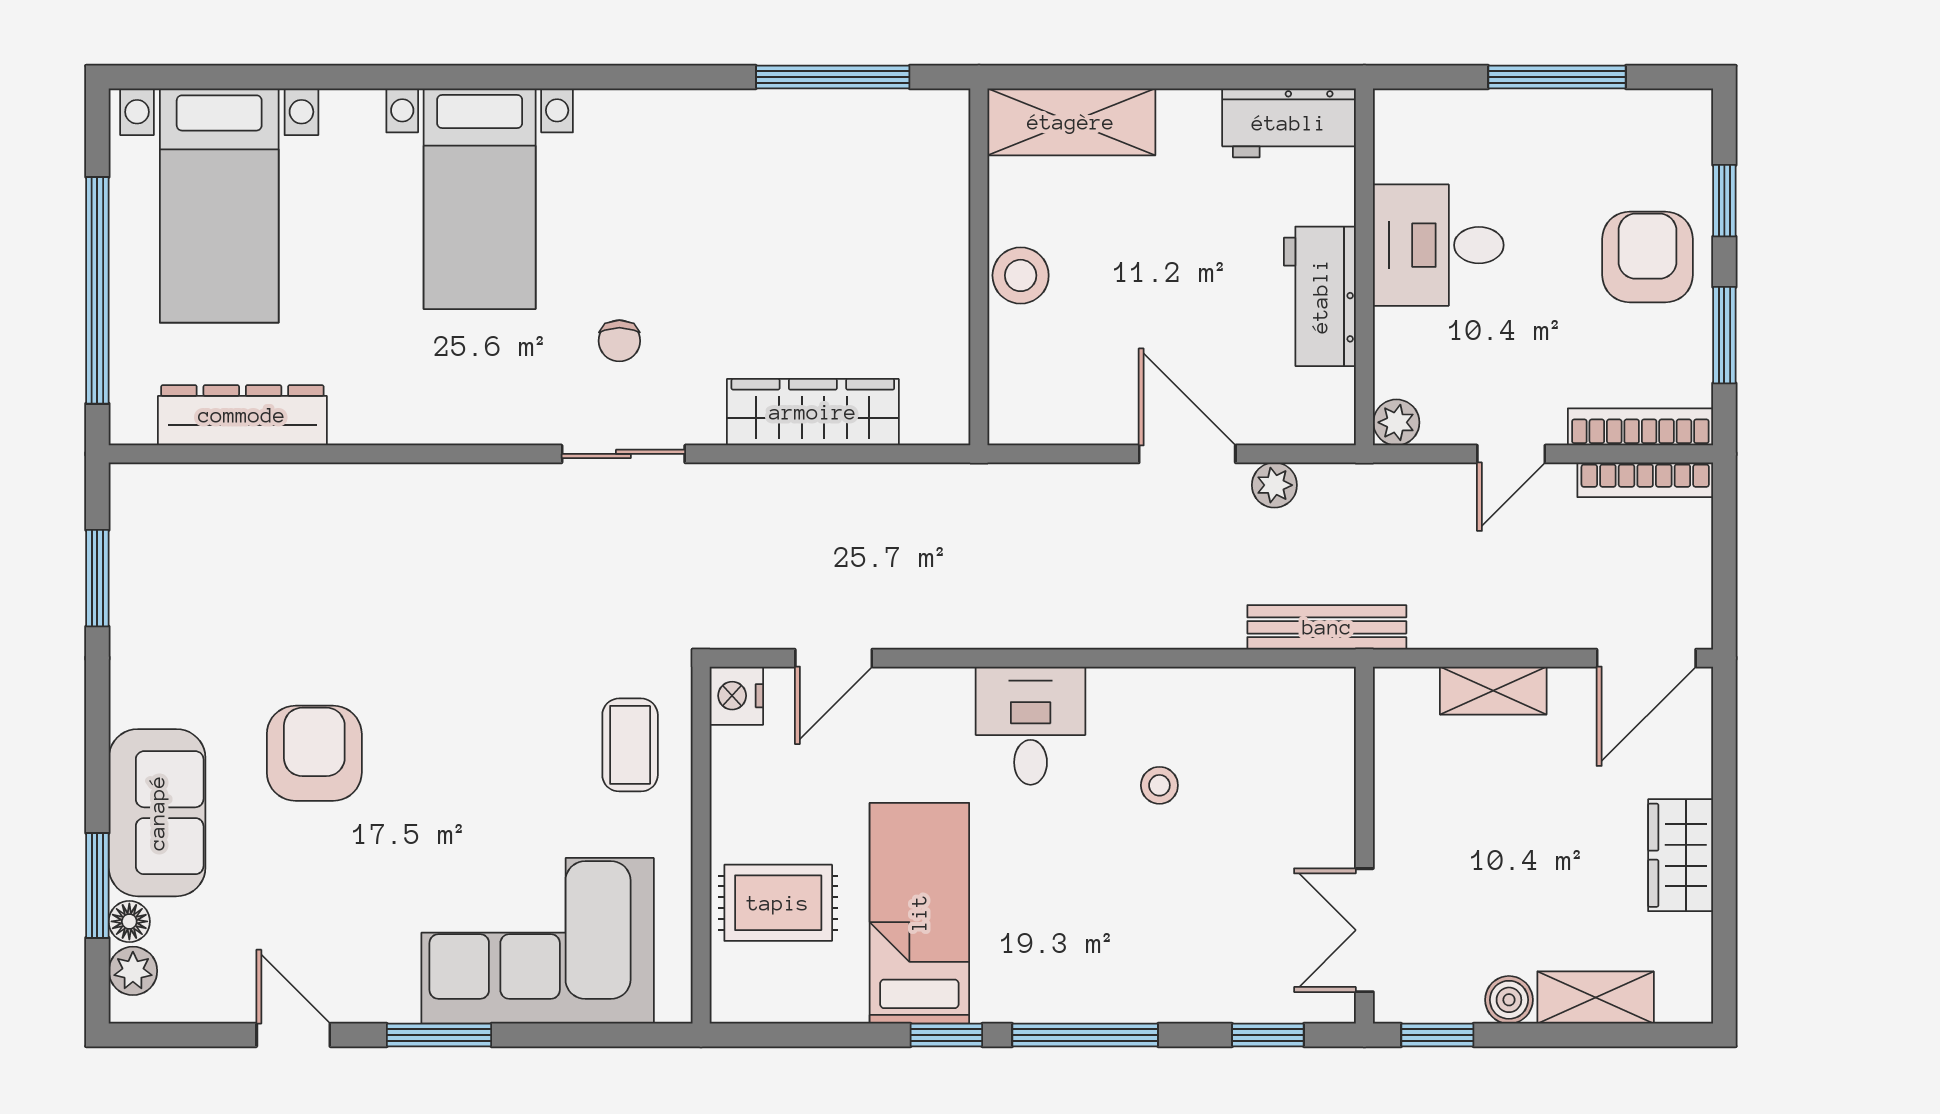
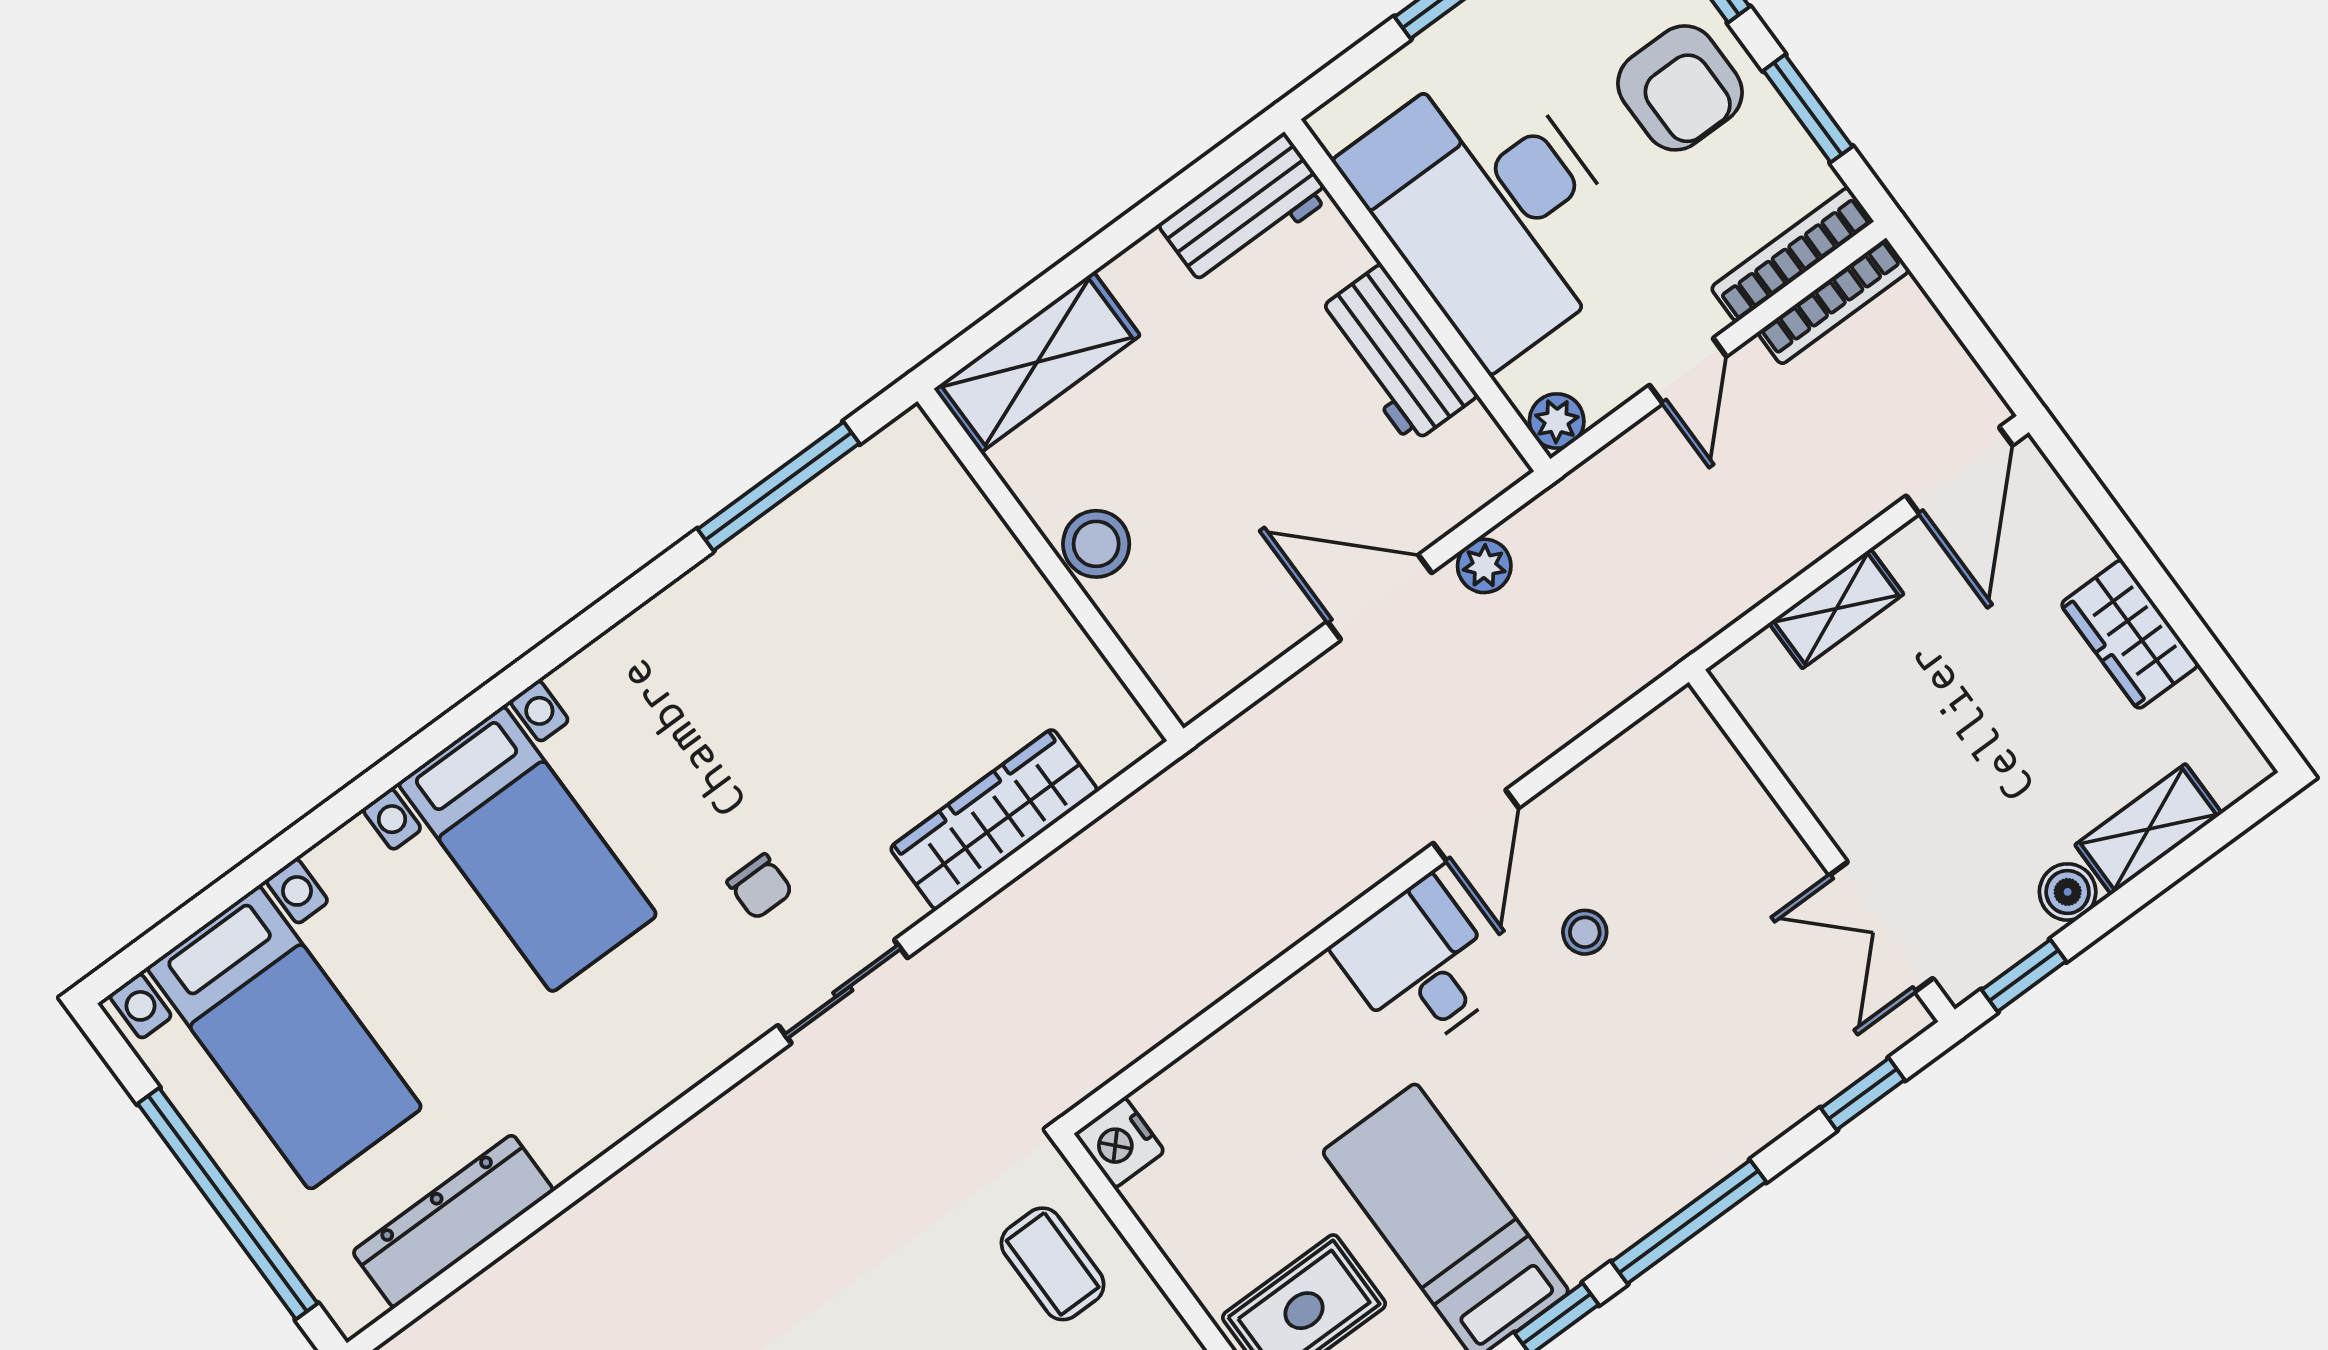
desk: (1438, 245) -> (1491, 209), width x1.87, depth x1.30
armchair: (1647, 257) -> (1680, 88), turned 180
bench: (1327, 627) -> (1634, 665), removed
door: (834, 658) -> (1476, 825), moved

